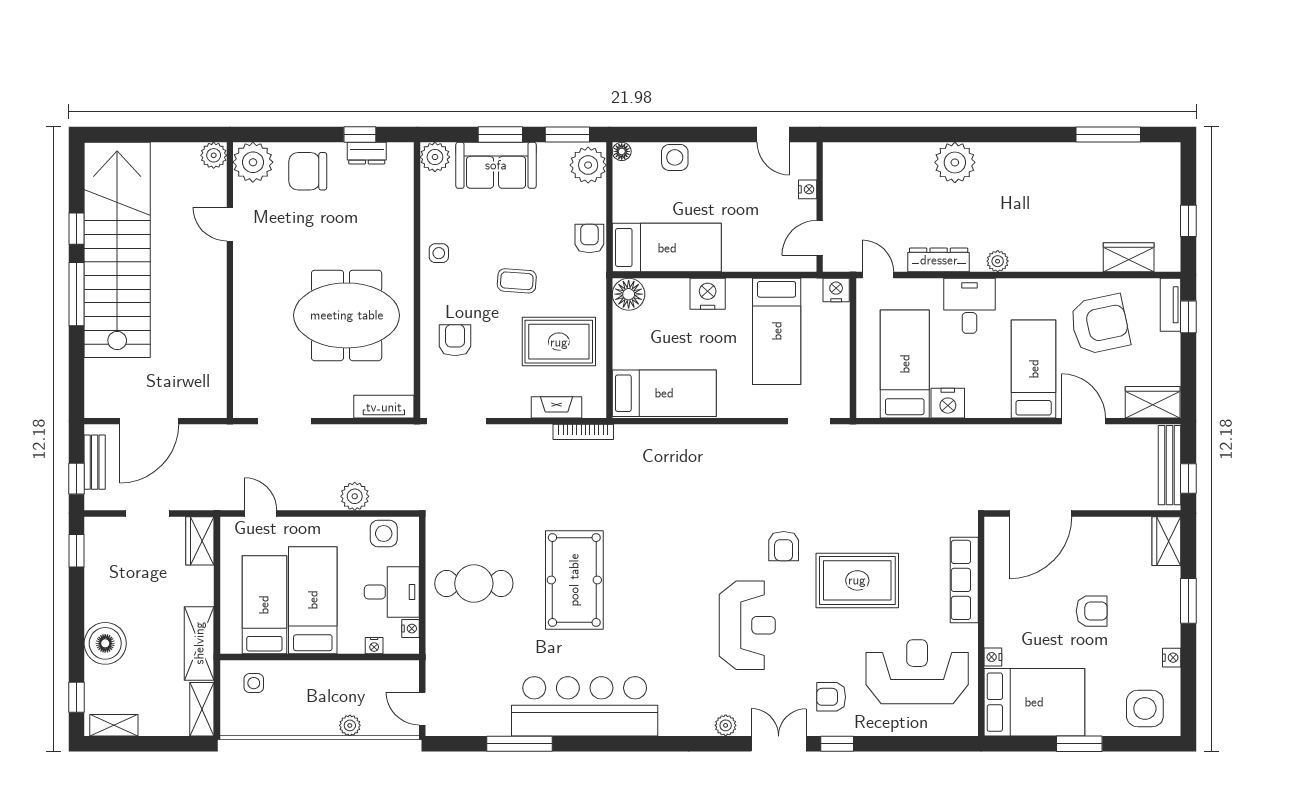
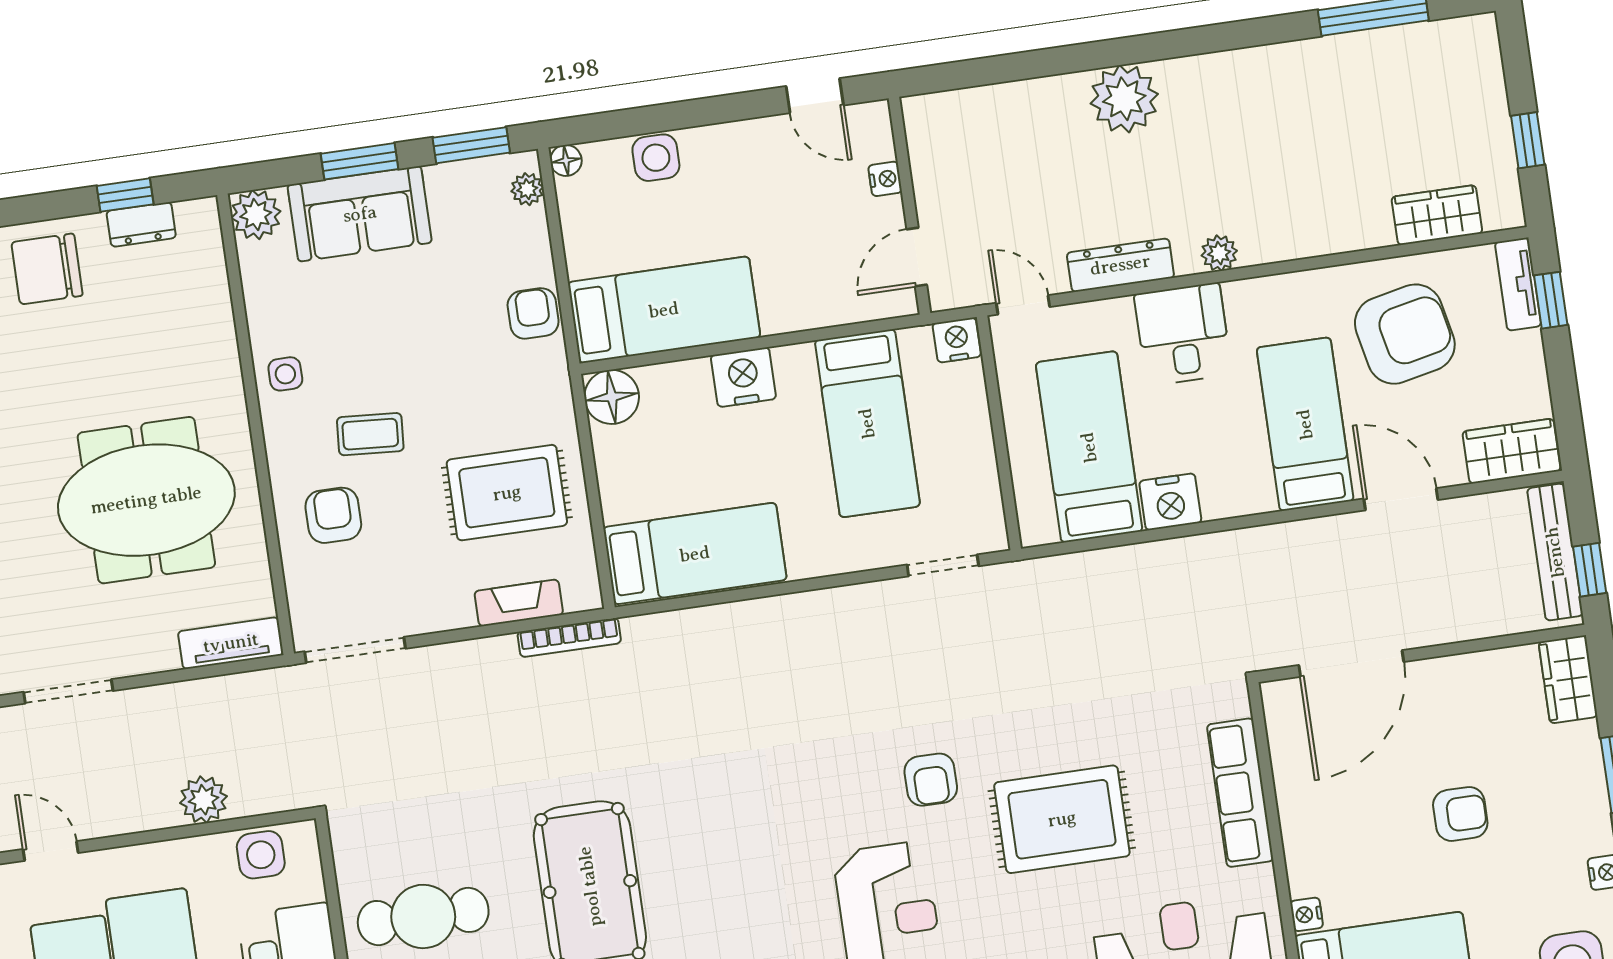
plant: (588, 165) -> (527, 189), width x0.53, depth x0.53
coffee table: (517, 281) -> (370, 434), moved

